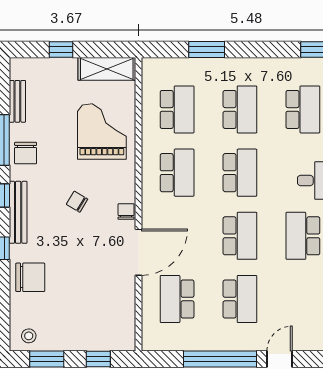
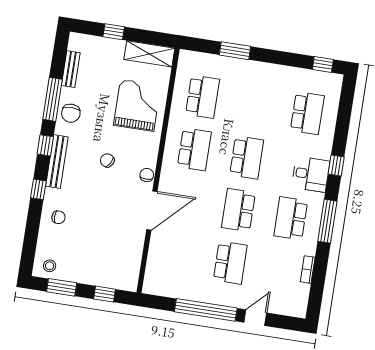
school desk: (240, 109) -> (255, 105), removed
school desk: (240, 236) -> (238, 210), turned 180
chair: (30, 277) -> (58, 217), width x0.54, depth x0.54
school desk: (177, 299) -> (178, 254), removed

